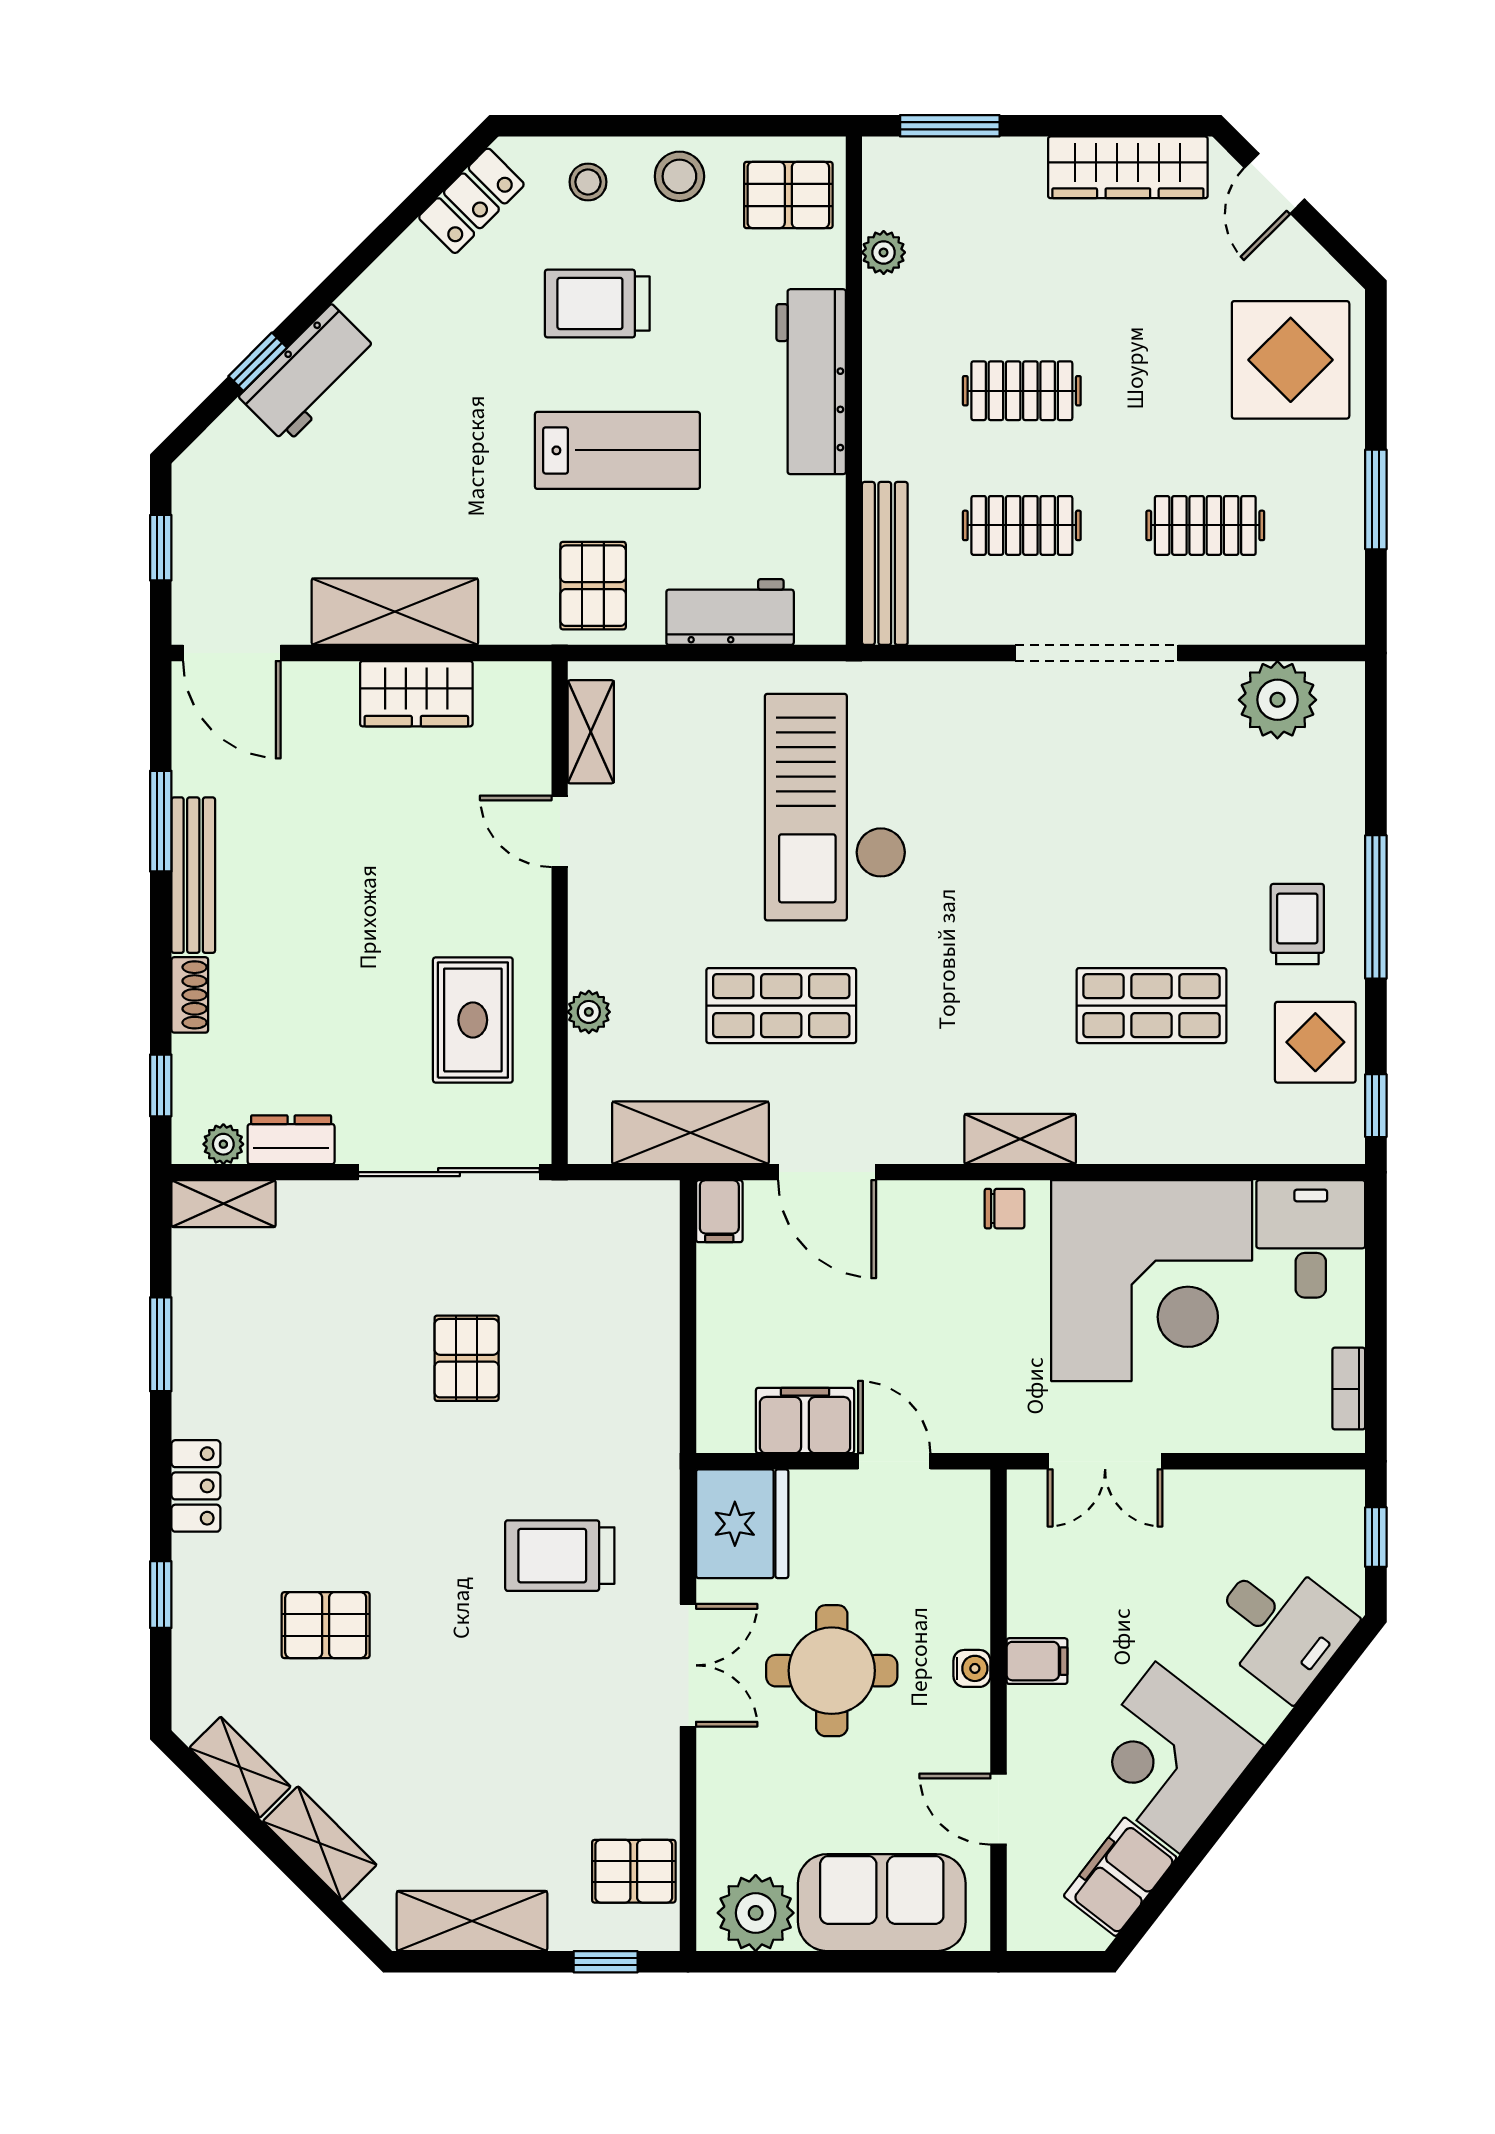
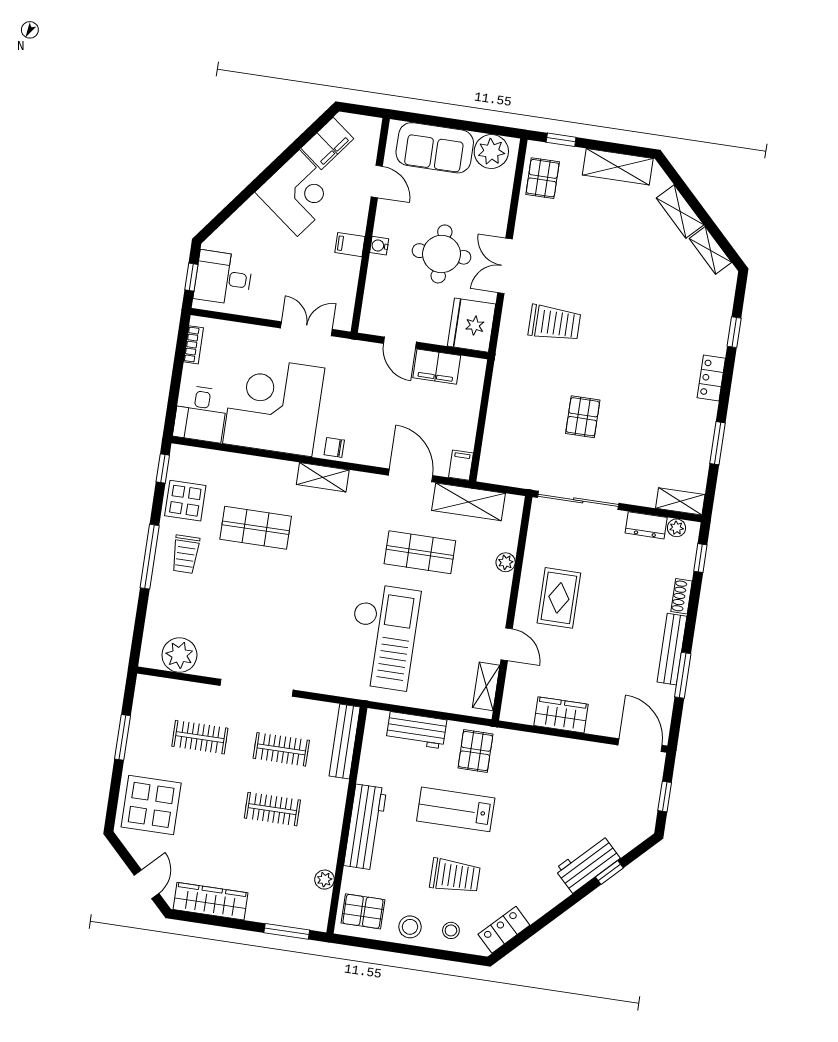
shelving: (395, 612) -> (565, 753), removed
rug: (473, 1020) -> (559, 598), moved
pallet: (326, 1625) -> (663, 308), removed
desk: (1280, 1626) -> (223, 278), moved, turned -38
pallet: (634, 1871) -> (543, 178), turned 90

